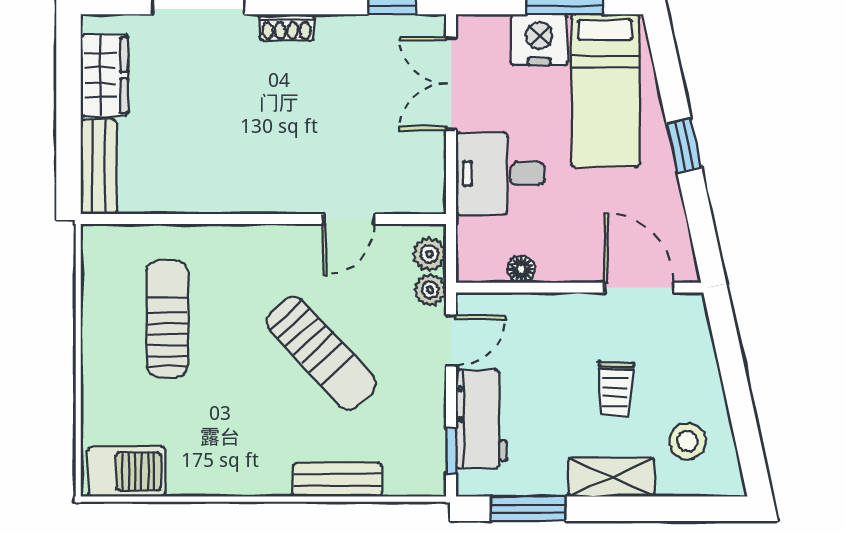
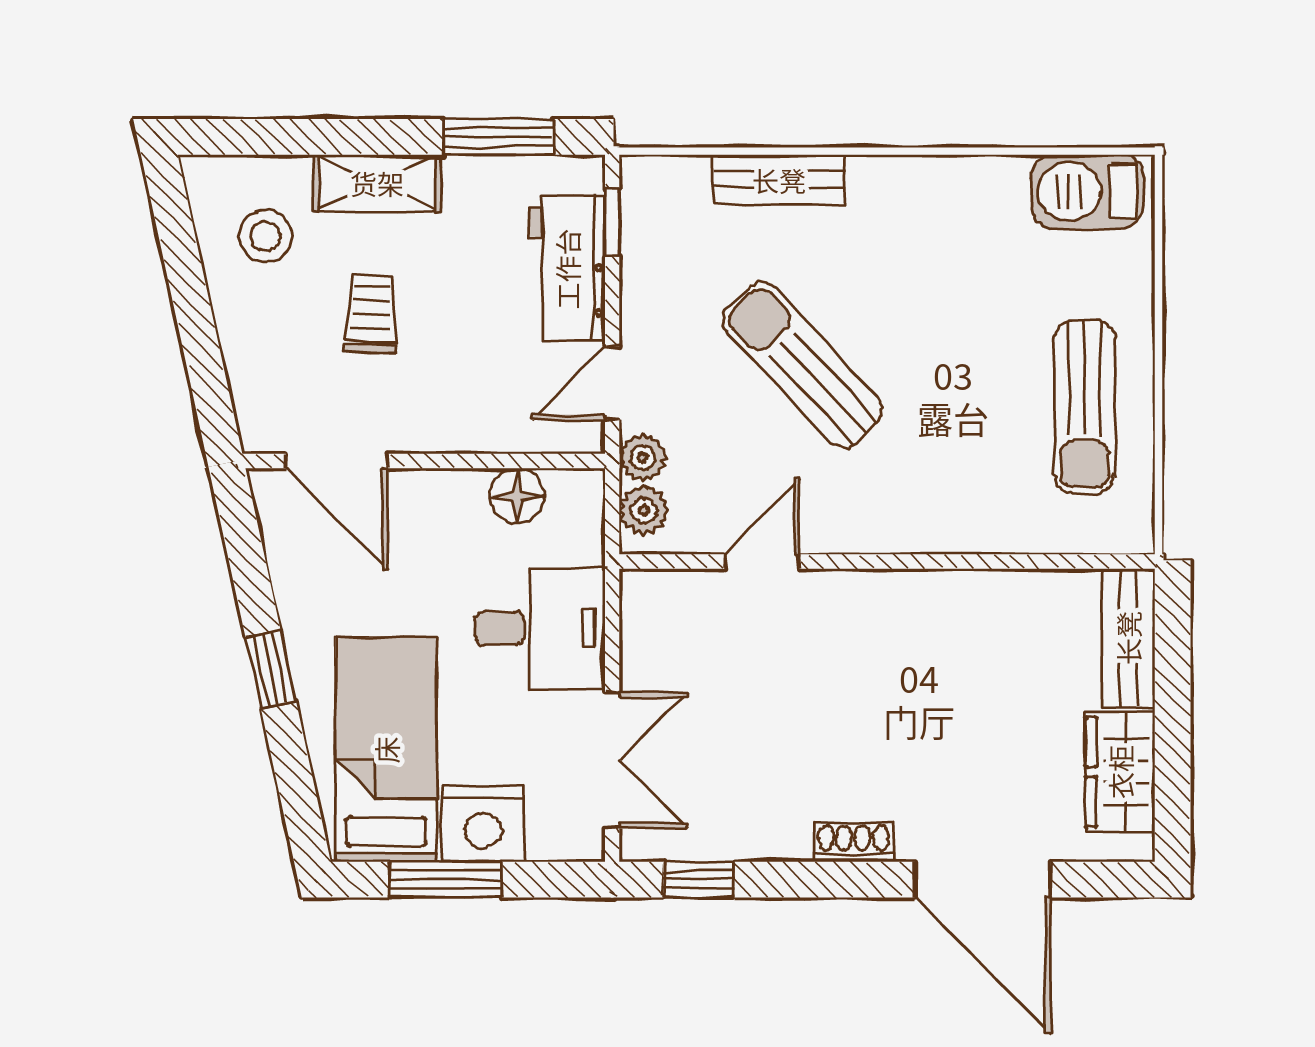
floor lamp: (521, 269) -> (517, 496), width x1.37, depth x1.37
sun lounger: (167, 319) -> (1085, 407), moved

